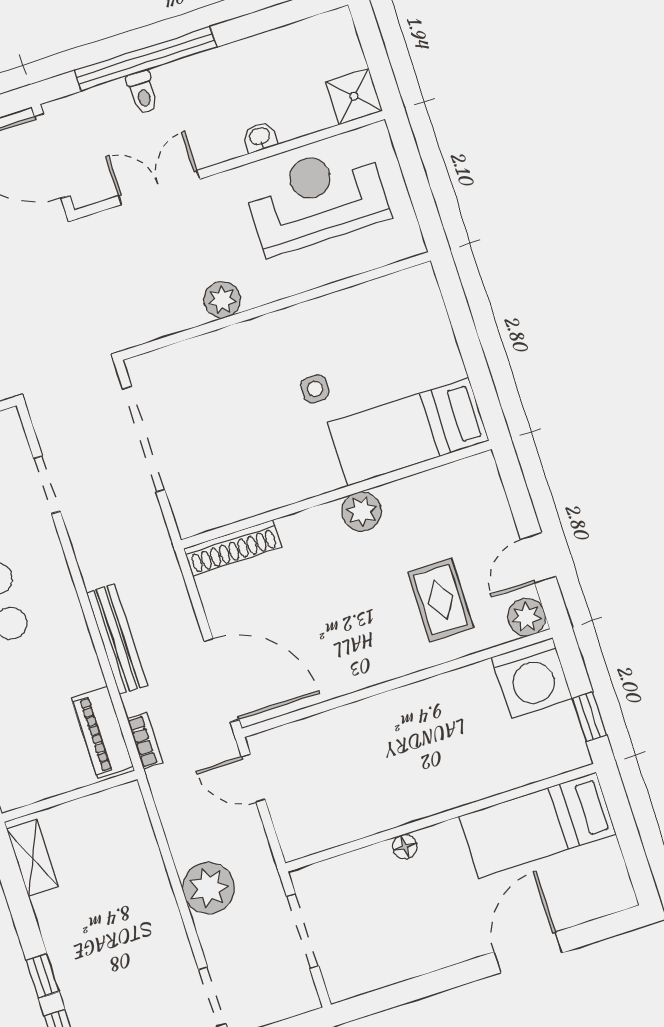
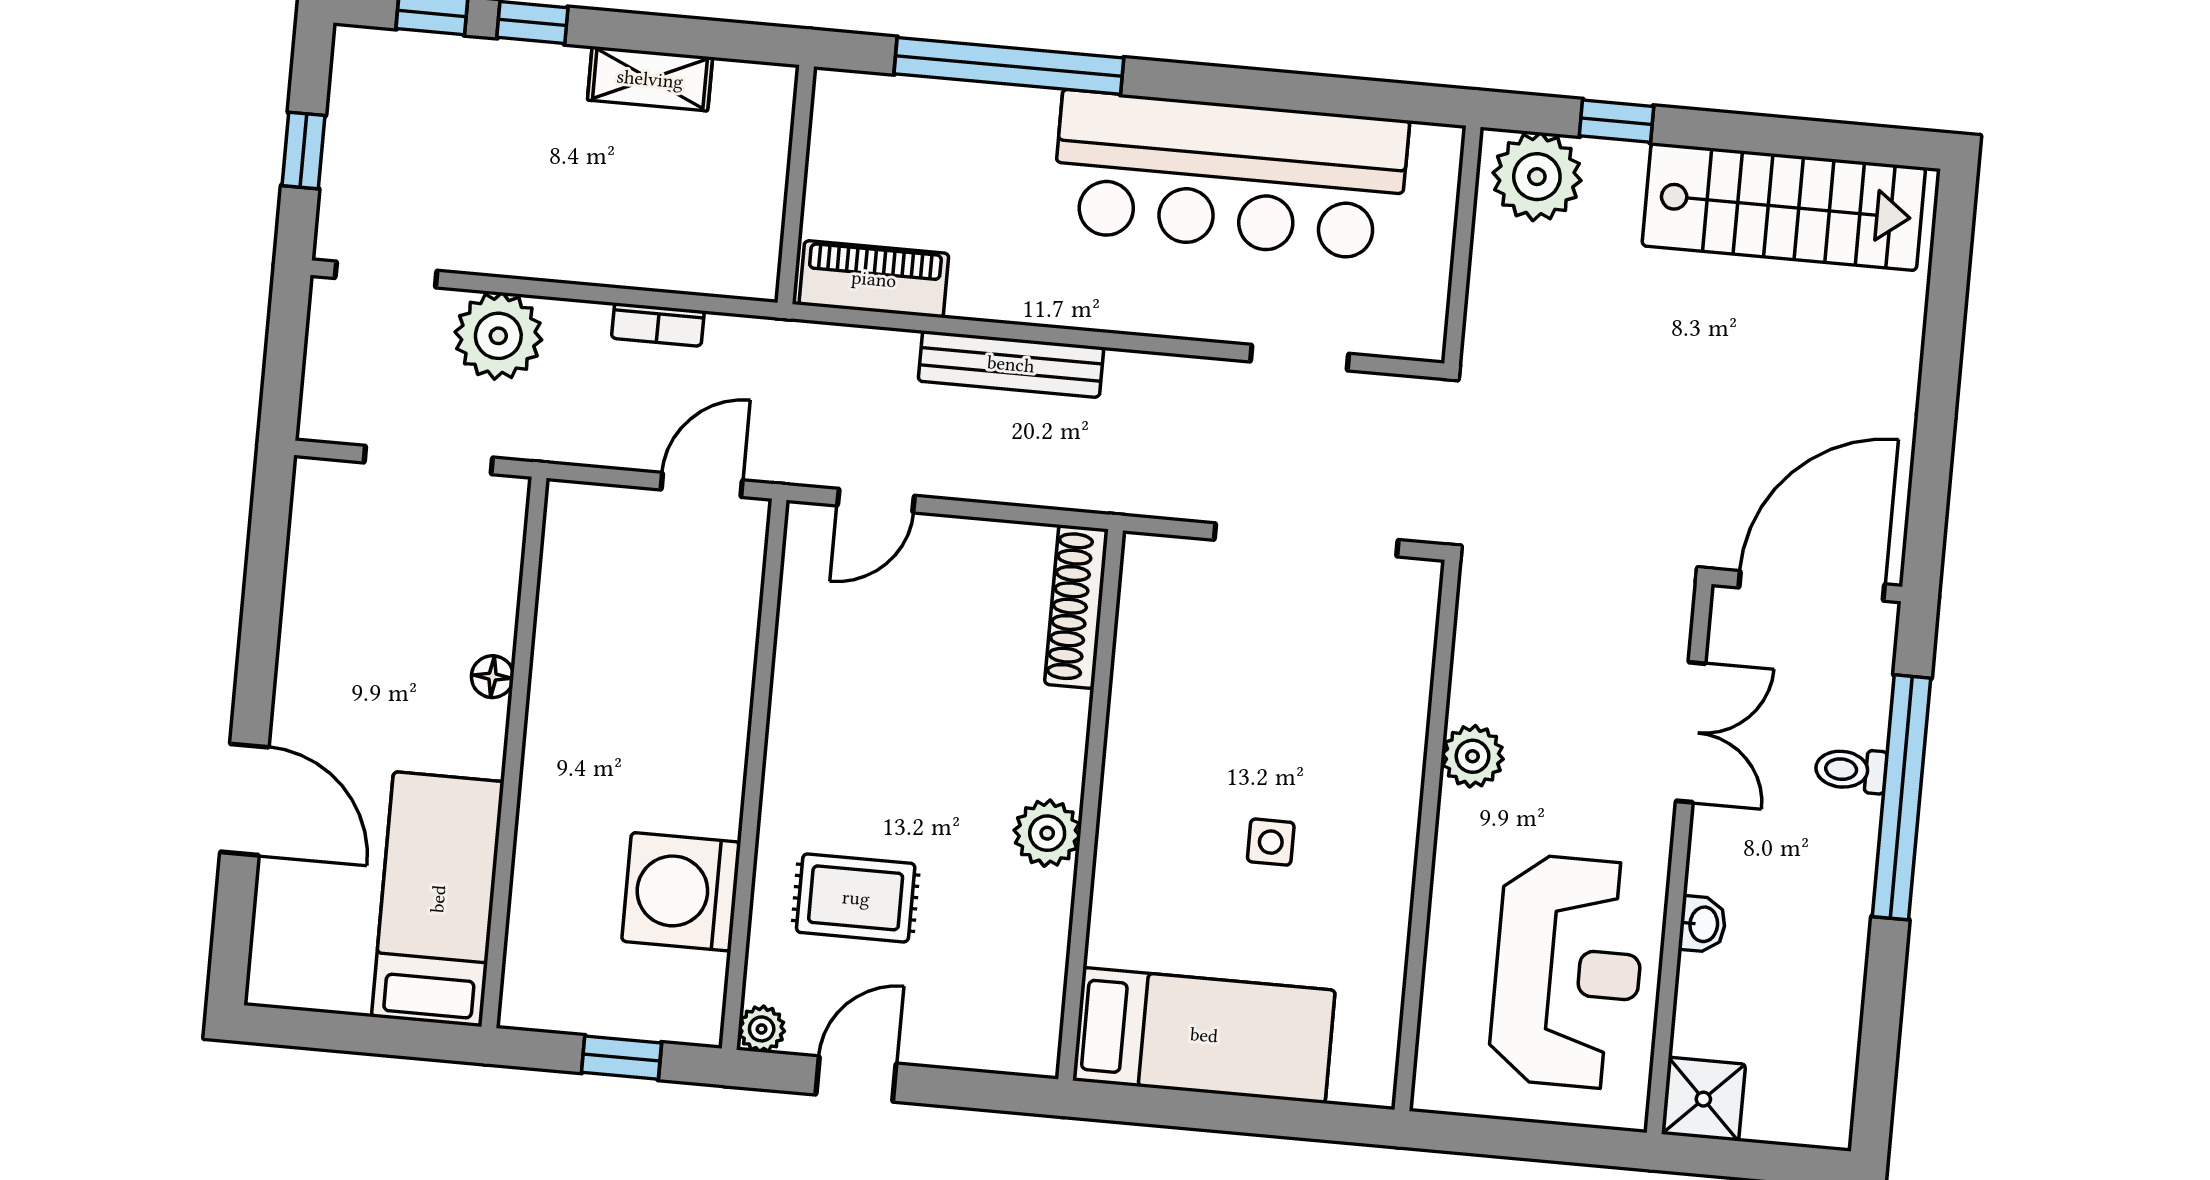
bed: (408, 432) -> (1204, 1035), moved, turned 90
door: (538, 558) -> (856, 1079), hinge flipped
plant: (527, 617) -> (762, 1029), width x0.73, depth x0.73
washing machine: (532, 678) -> (681, 892), moved
door: (222, 680) -> (876, 501), width x0.53
window: (589, 717) -> (621, 1058), moved
bookcase: (145, 741) -> (658, 325), moved
shelving: (32, 858) -> (650, 79), moved
plant: (209, 888) -> (498, 336), moved

